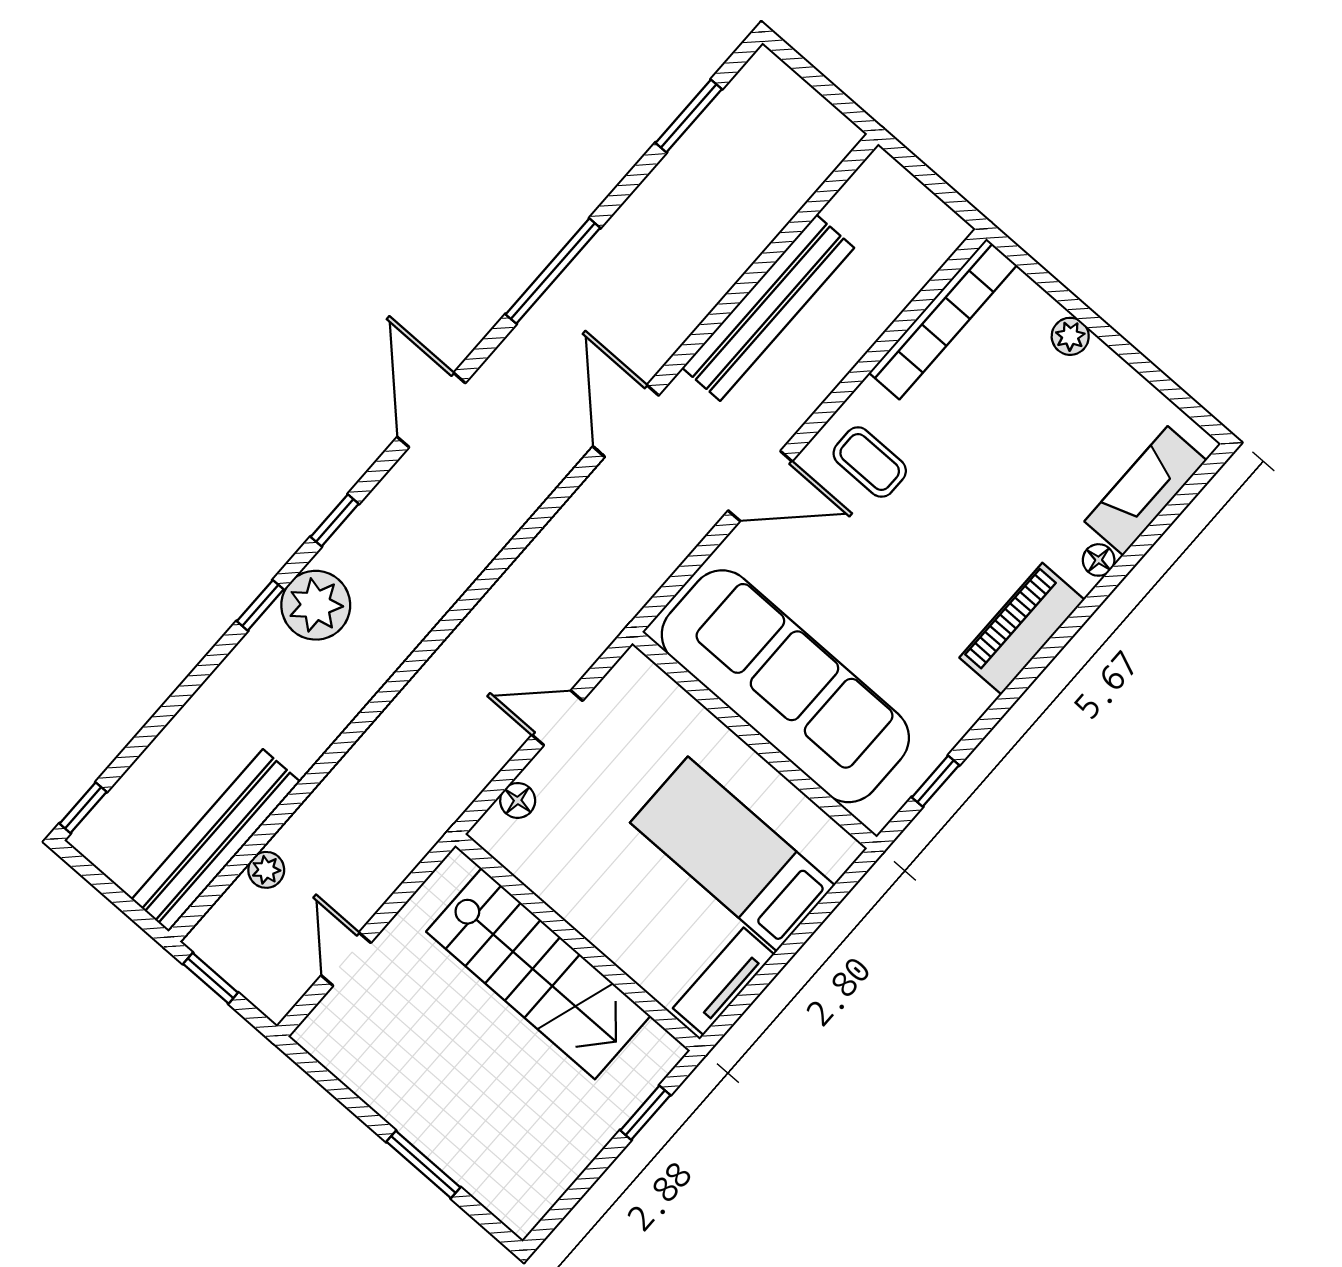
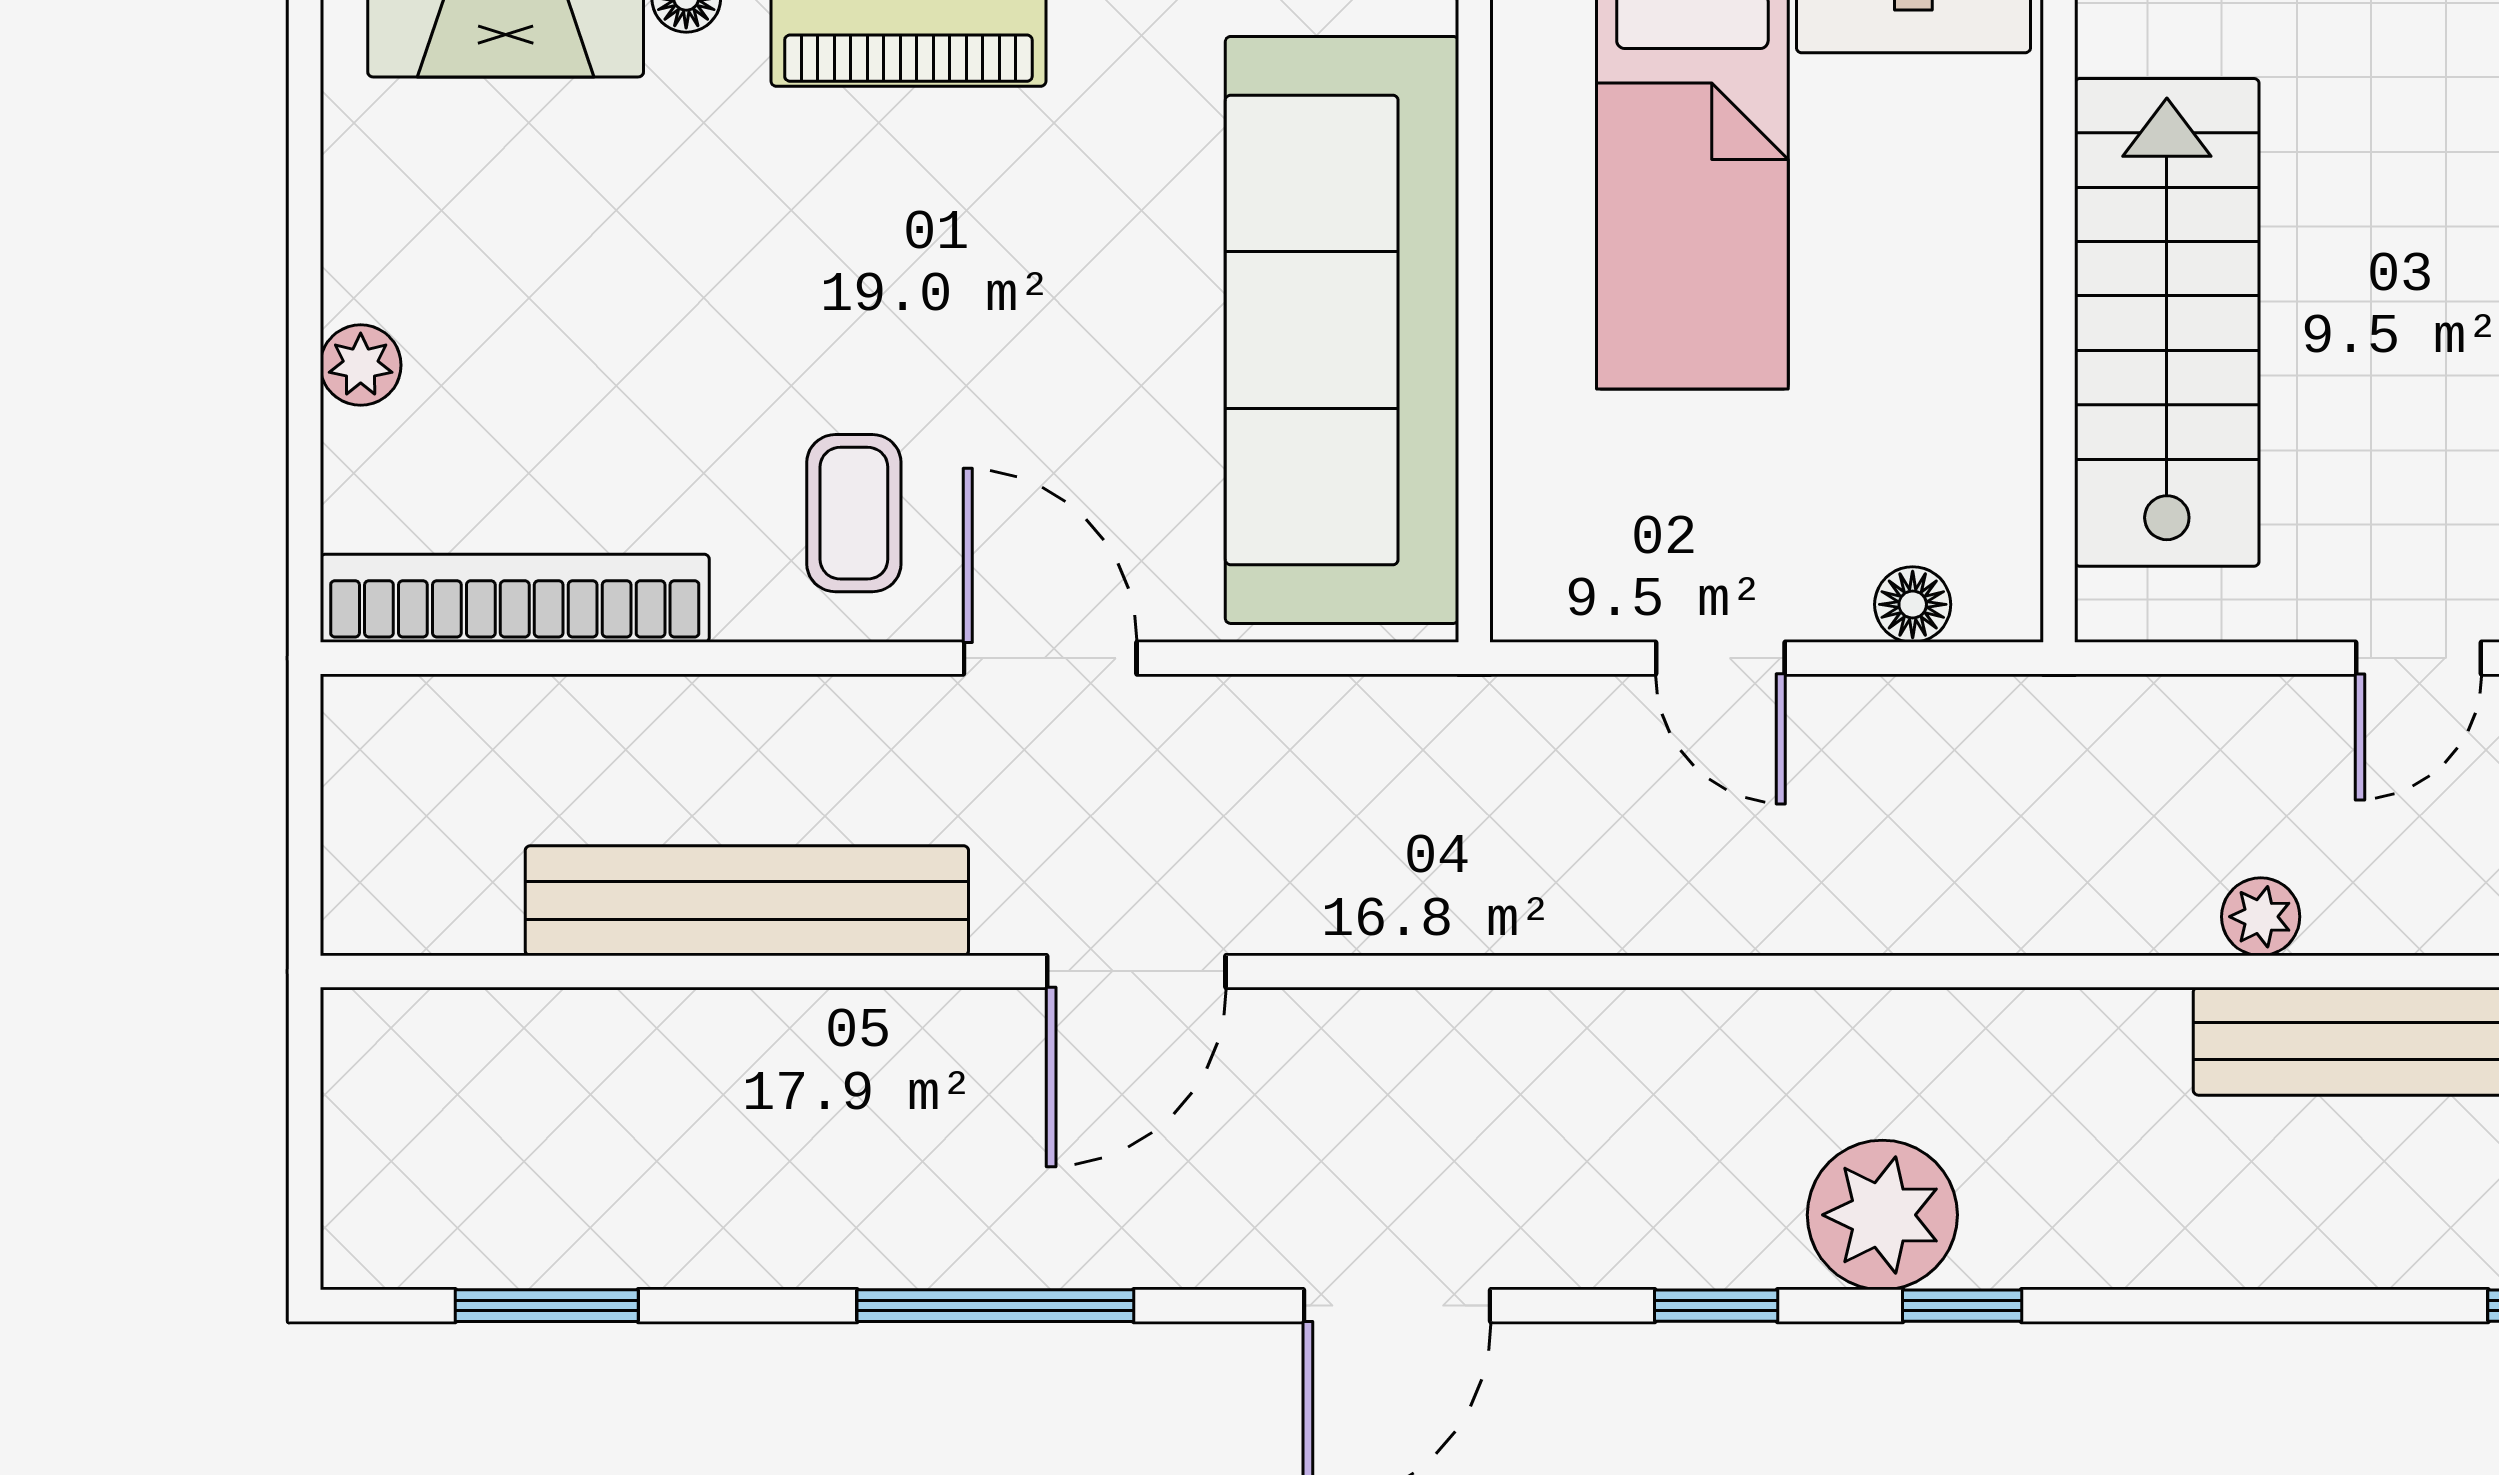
plant: (266, 870) -> (2261, 917), moved

